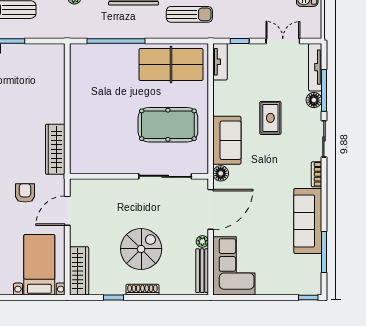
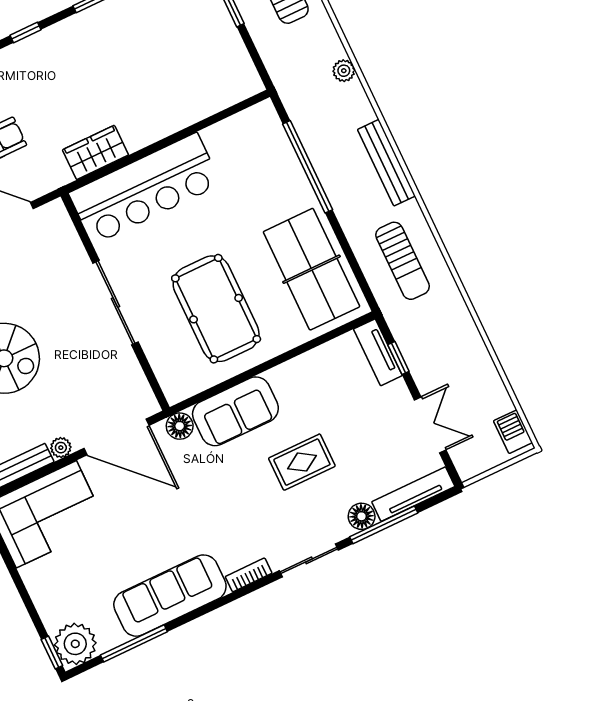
tv unit: (220, 62) -> (378, 352), moved, turned 90
bar counter: (87, 132) -> (145, 189), added
wardrobe: (55, 149) -> (95, 152), width x0.67
sliding door: (165, 176) -> (115, 302), moved
plant: (309, 283) -> (75, 644), added

